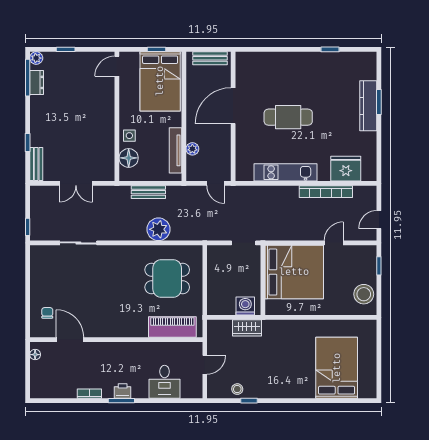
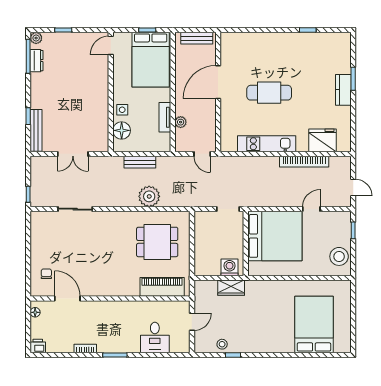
kitchen counter: (368, 106) -> (343, 90), width x0.67
tv unit: (176, 150) -> (165, 117), width x0.71
bench: (36, 164) -> (36, 130), width x1.36
door: (379, 220) -> (353, 188), swing flipped
printer: (123, 391) -> (38, 346), moved

